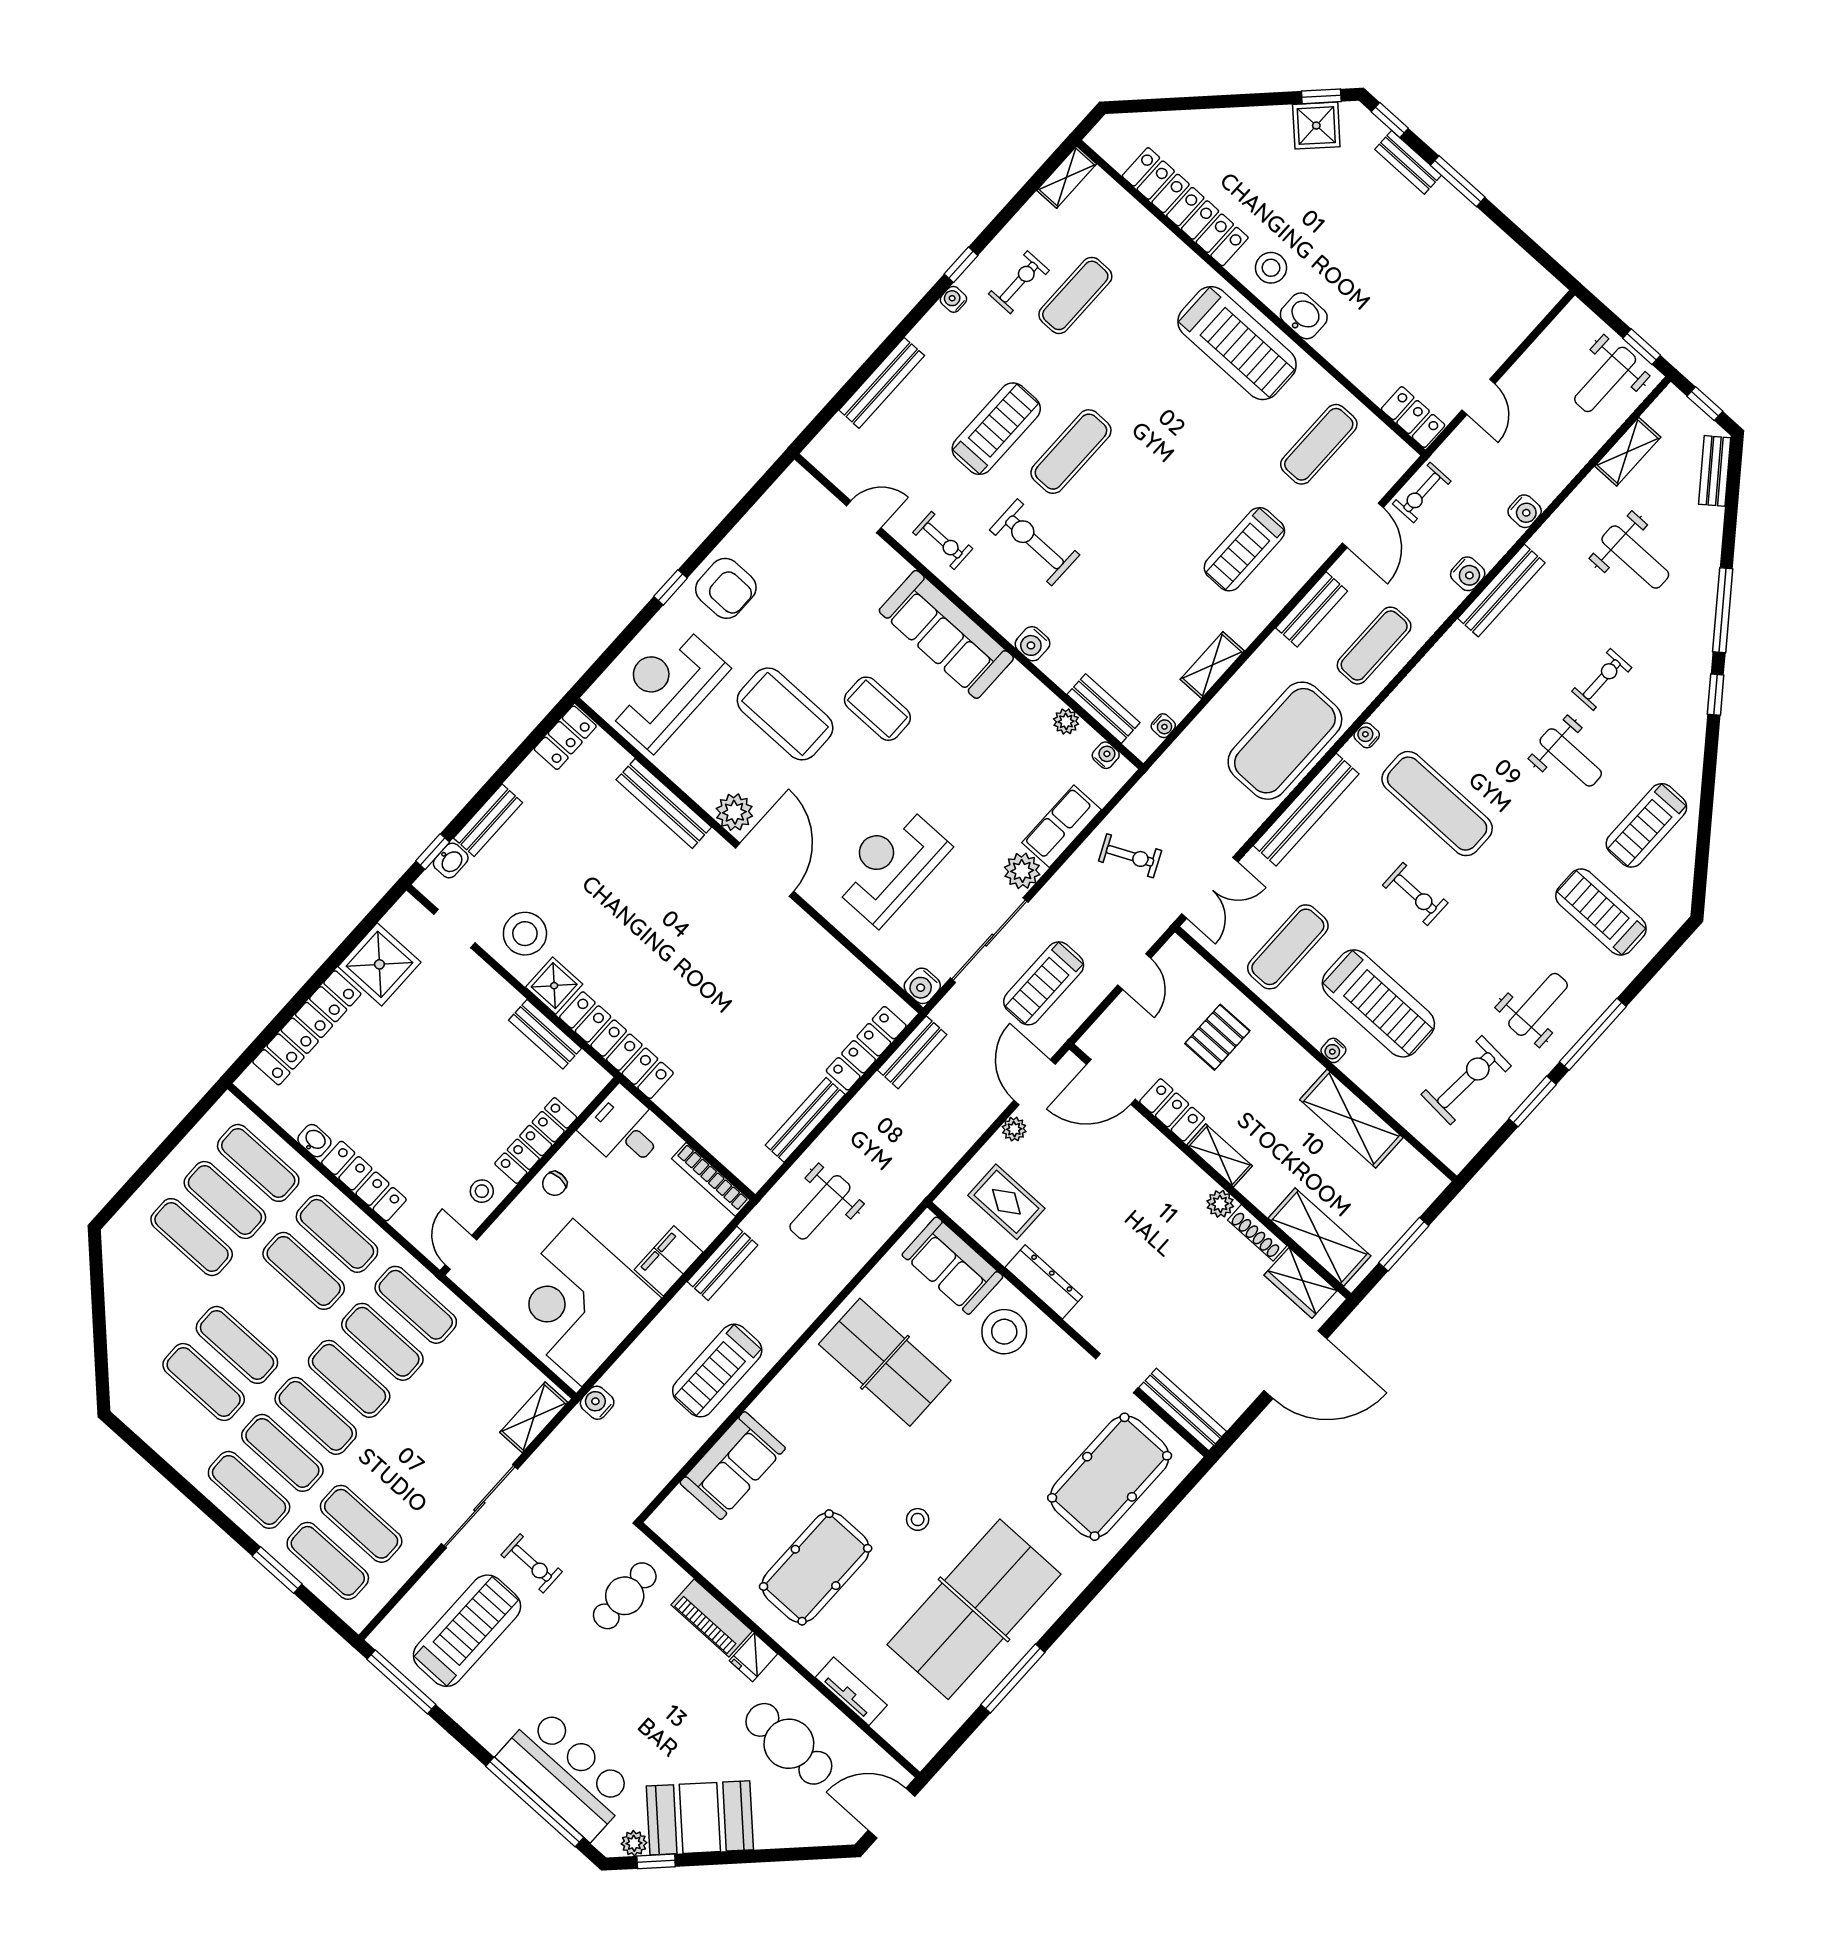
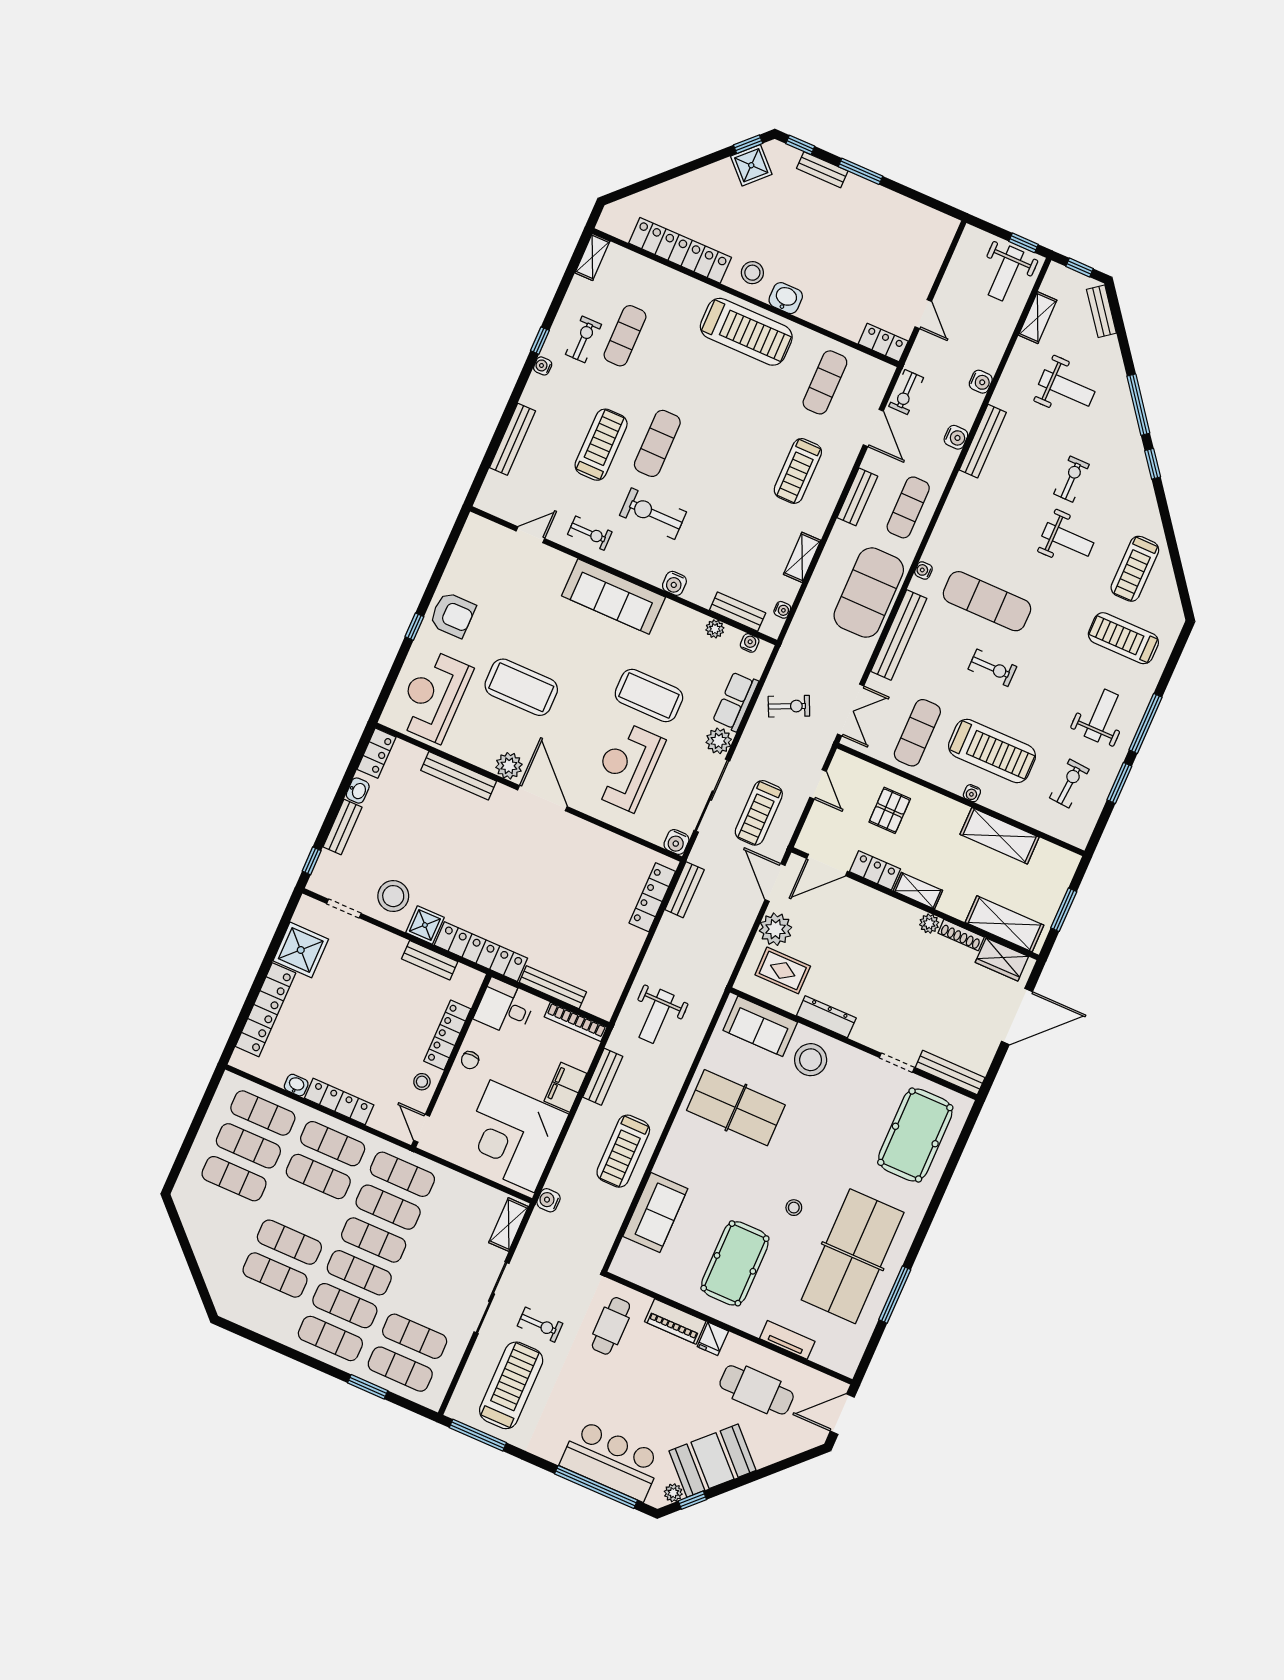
coffee table: (877, 709) -> (649, 695), moved, width x1.36, depth x1.32
washbasin: (451, 861) -> (358, 791), moved
exercise bike: (1466, 1080) -> (1069, 784), width x0.73, depth x0.72
bench: (805, 1120) -> (553, 987), moved, turned 90
plant: (1014, 1129) -> (775, 929), width x1.87, depth x1.87

